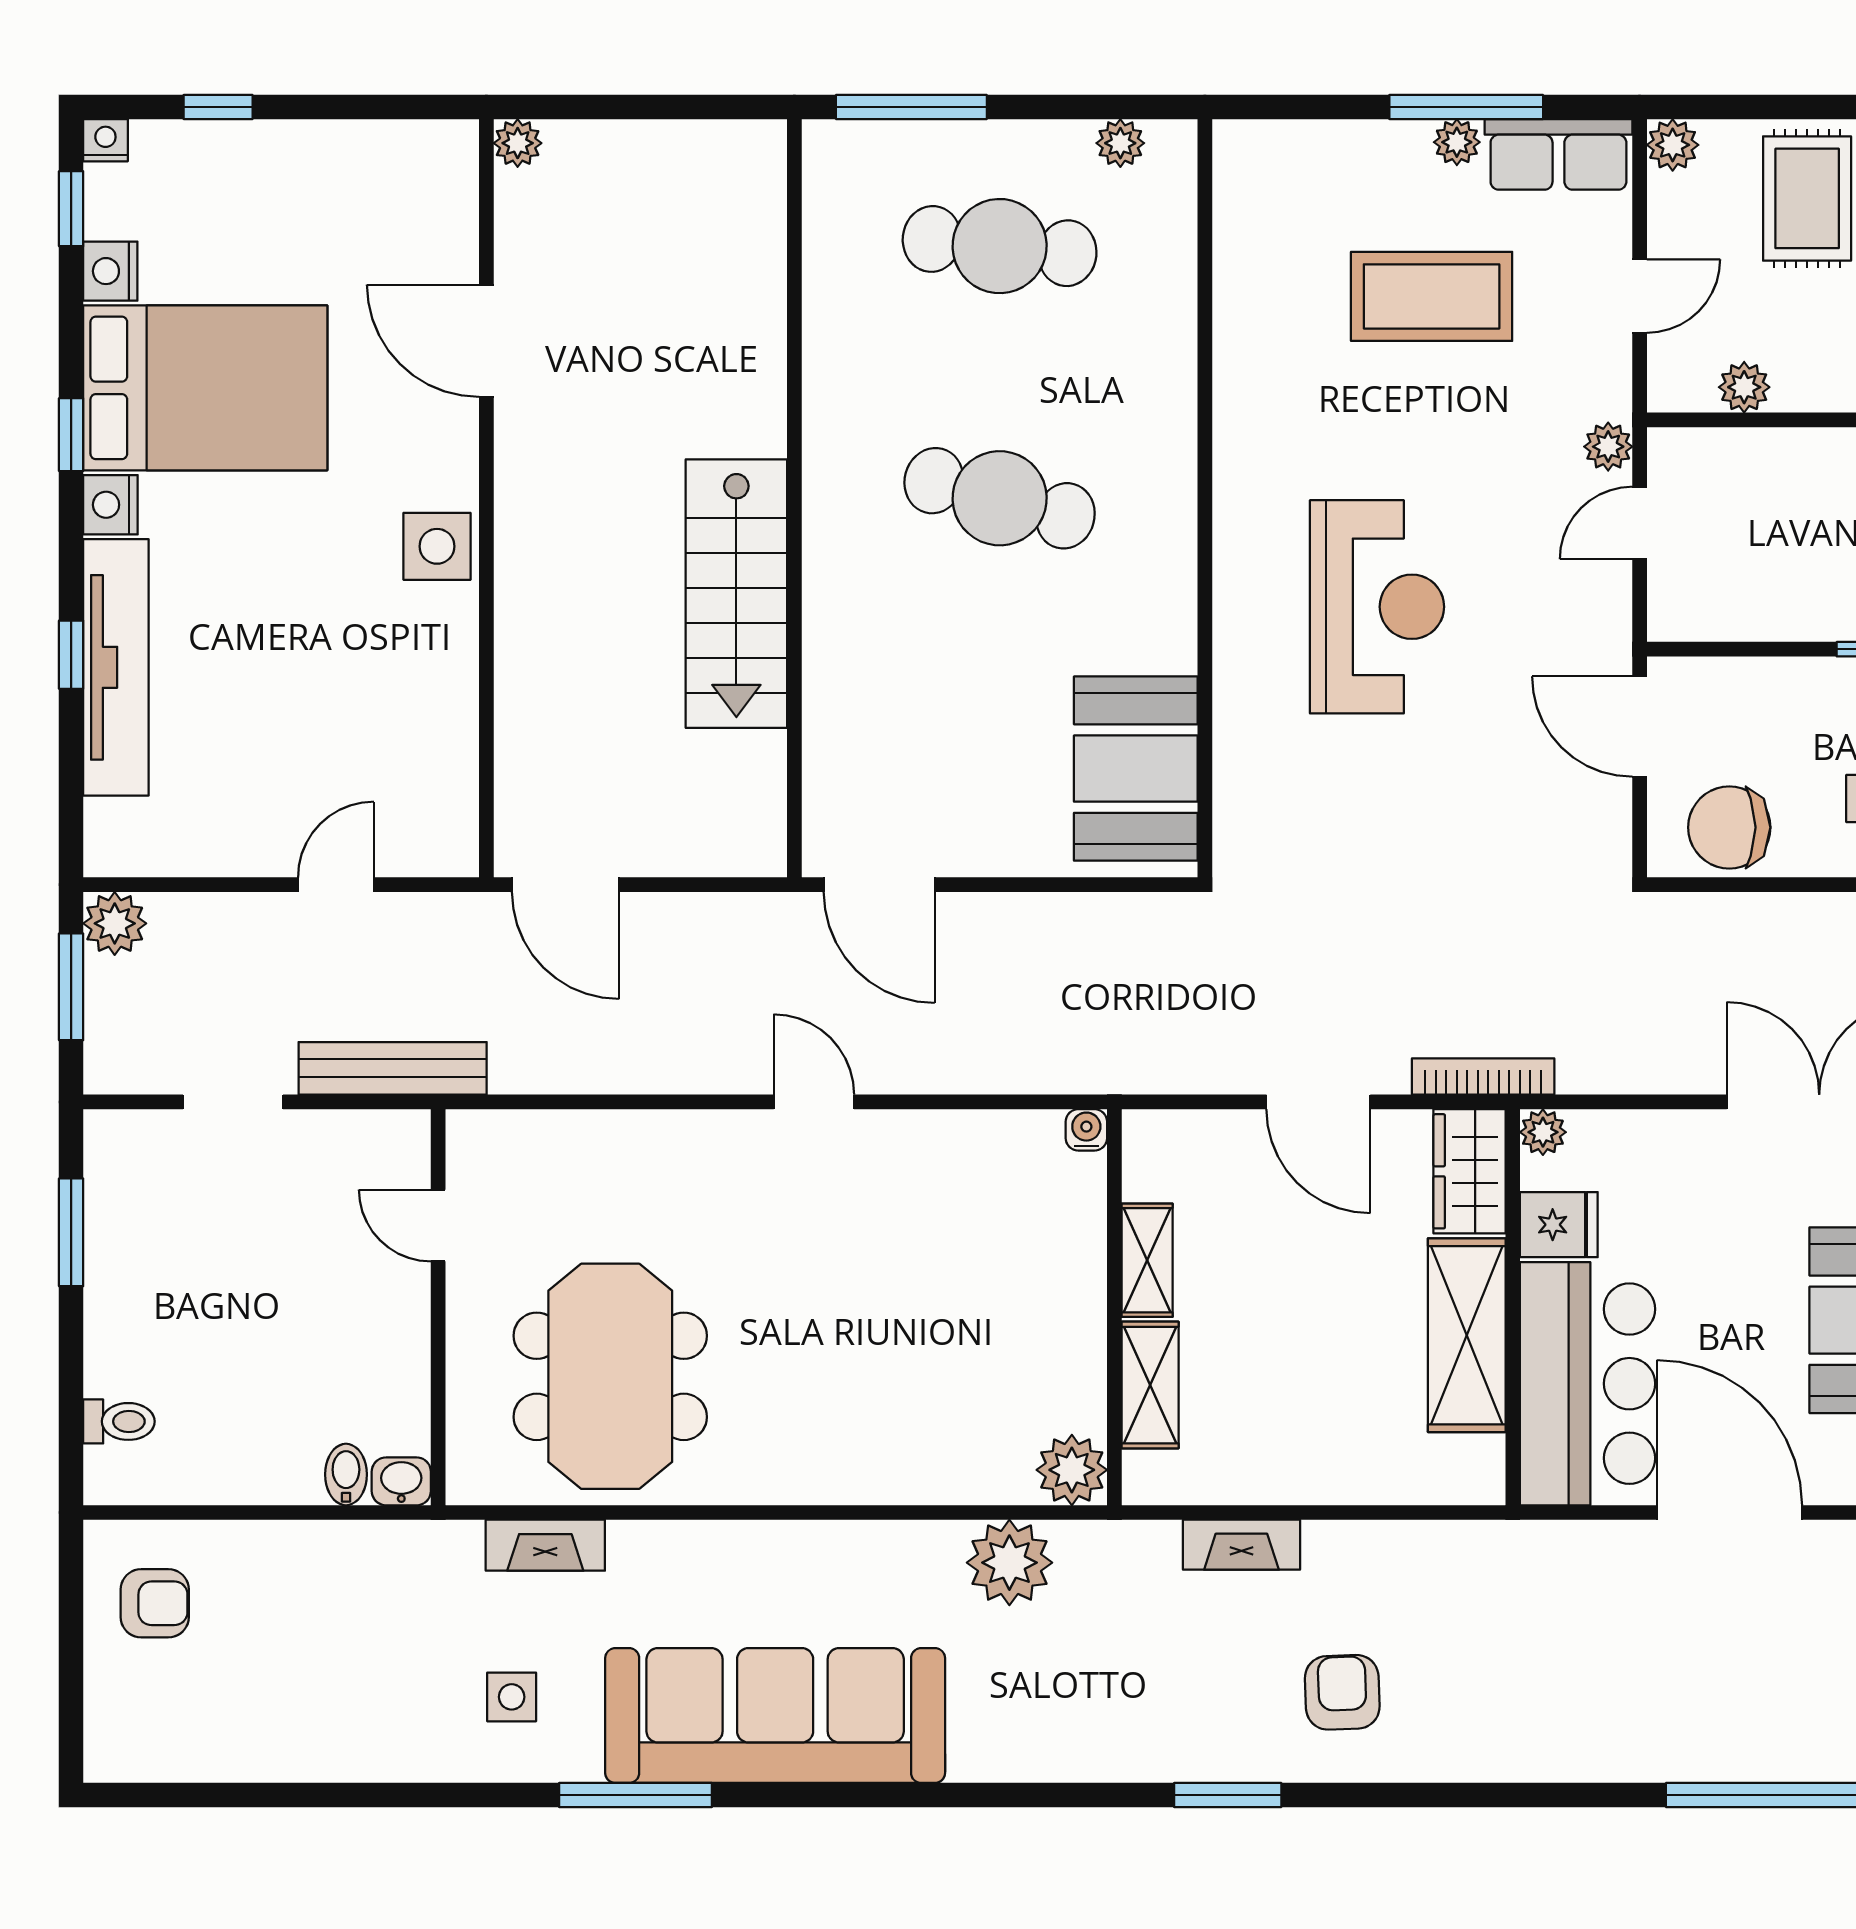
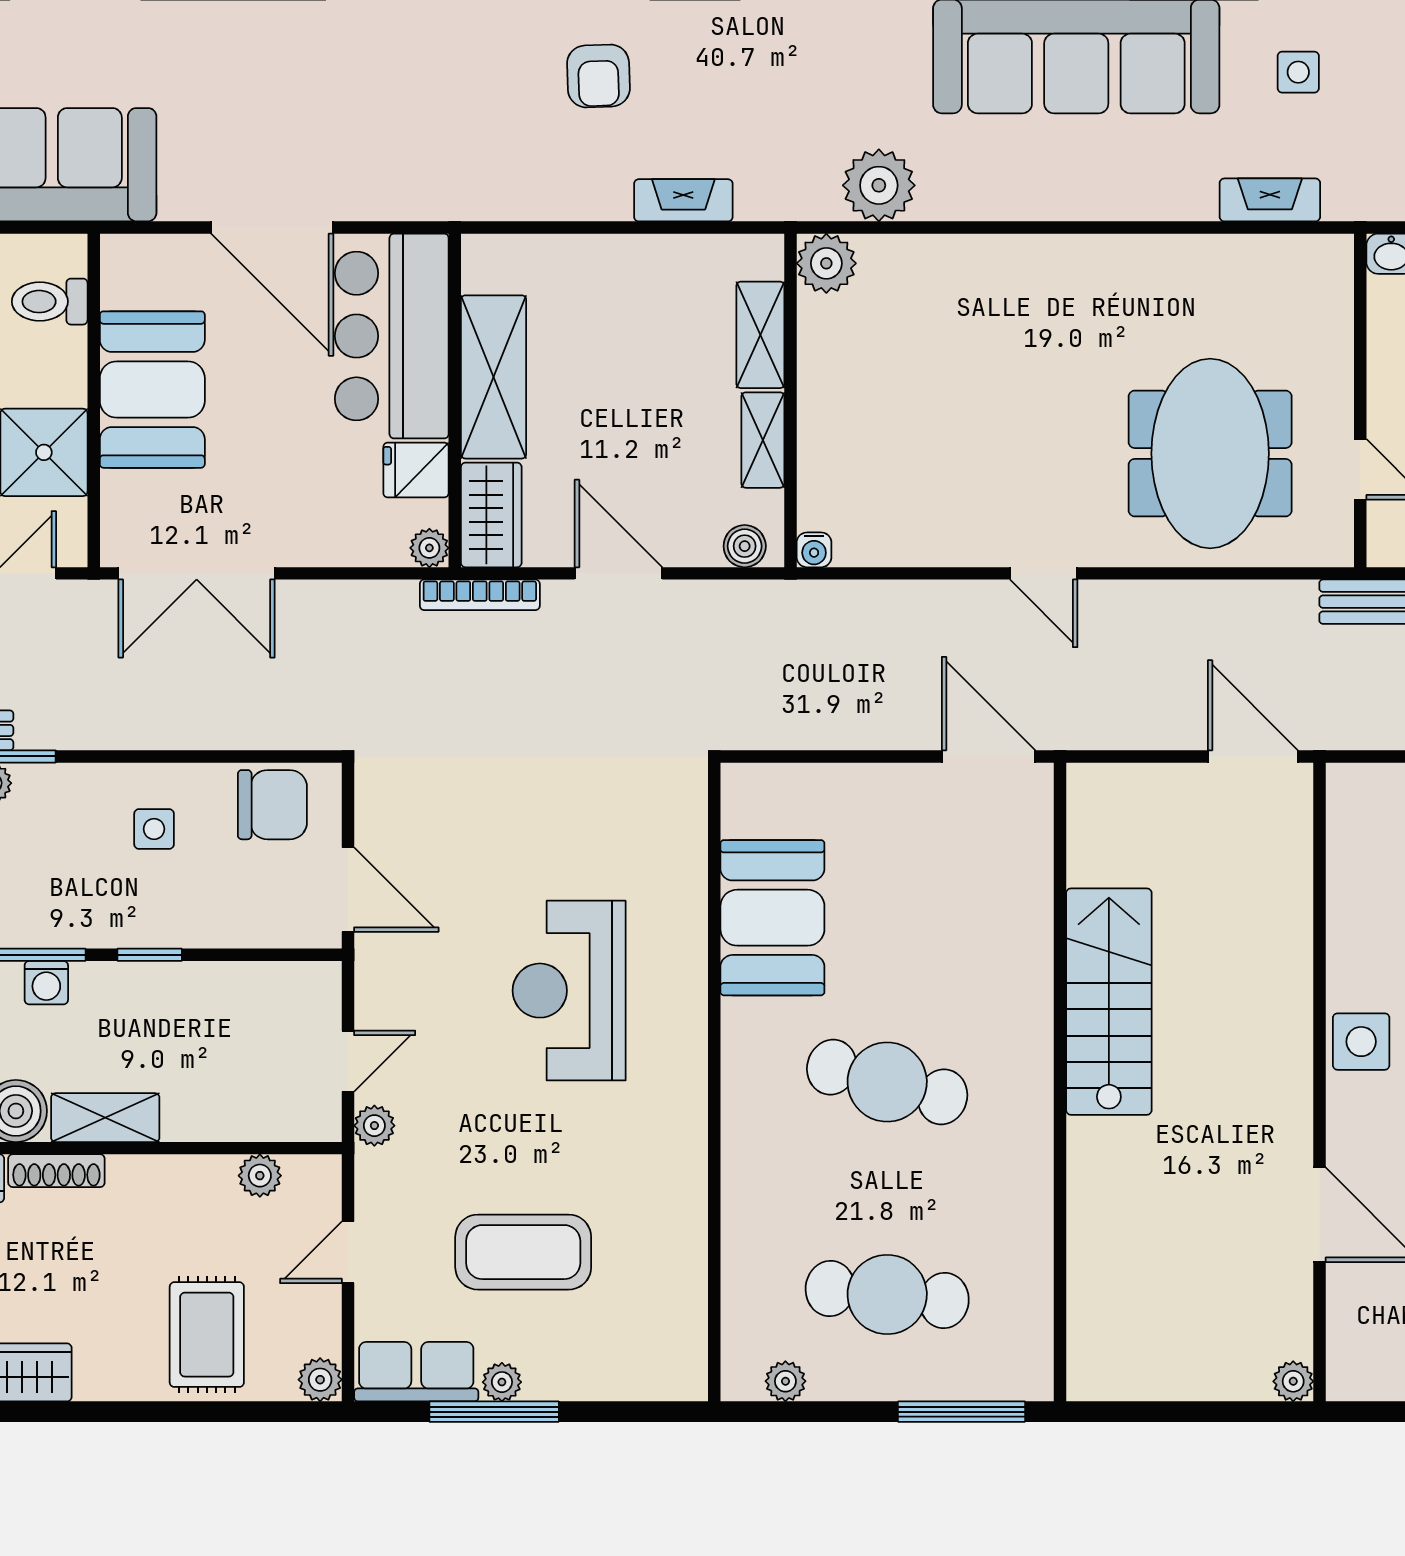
booth: (1136, 769) -> (772, 918), moved
boiler: (1169, 1134) -> (745, 546), added
meeting table: (610, 1376) -> (1210, 453), moved

